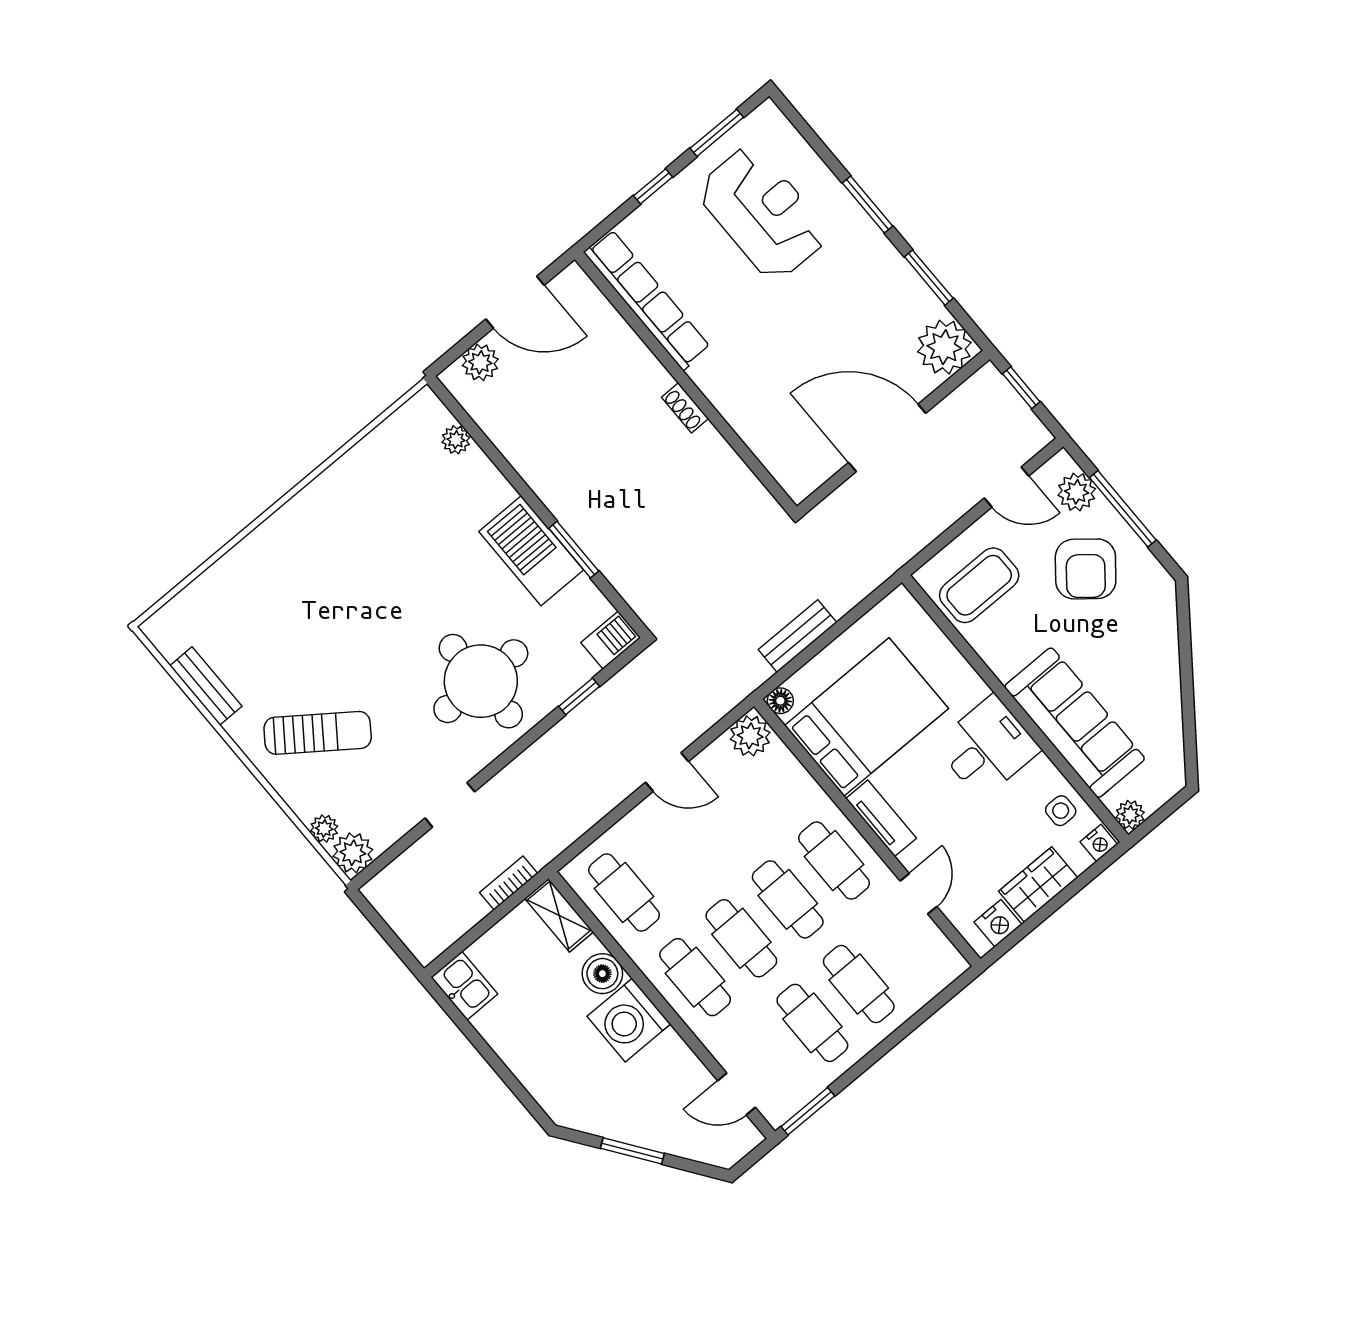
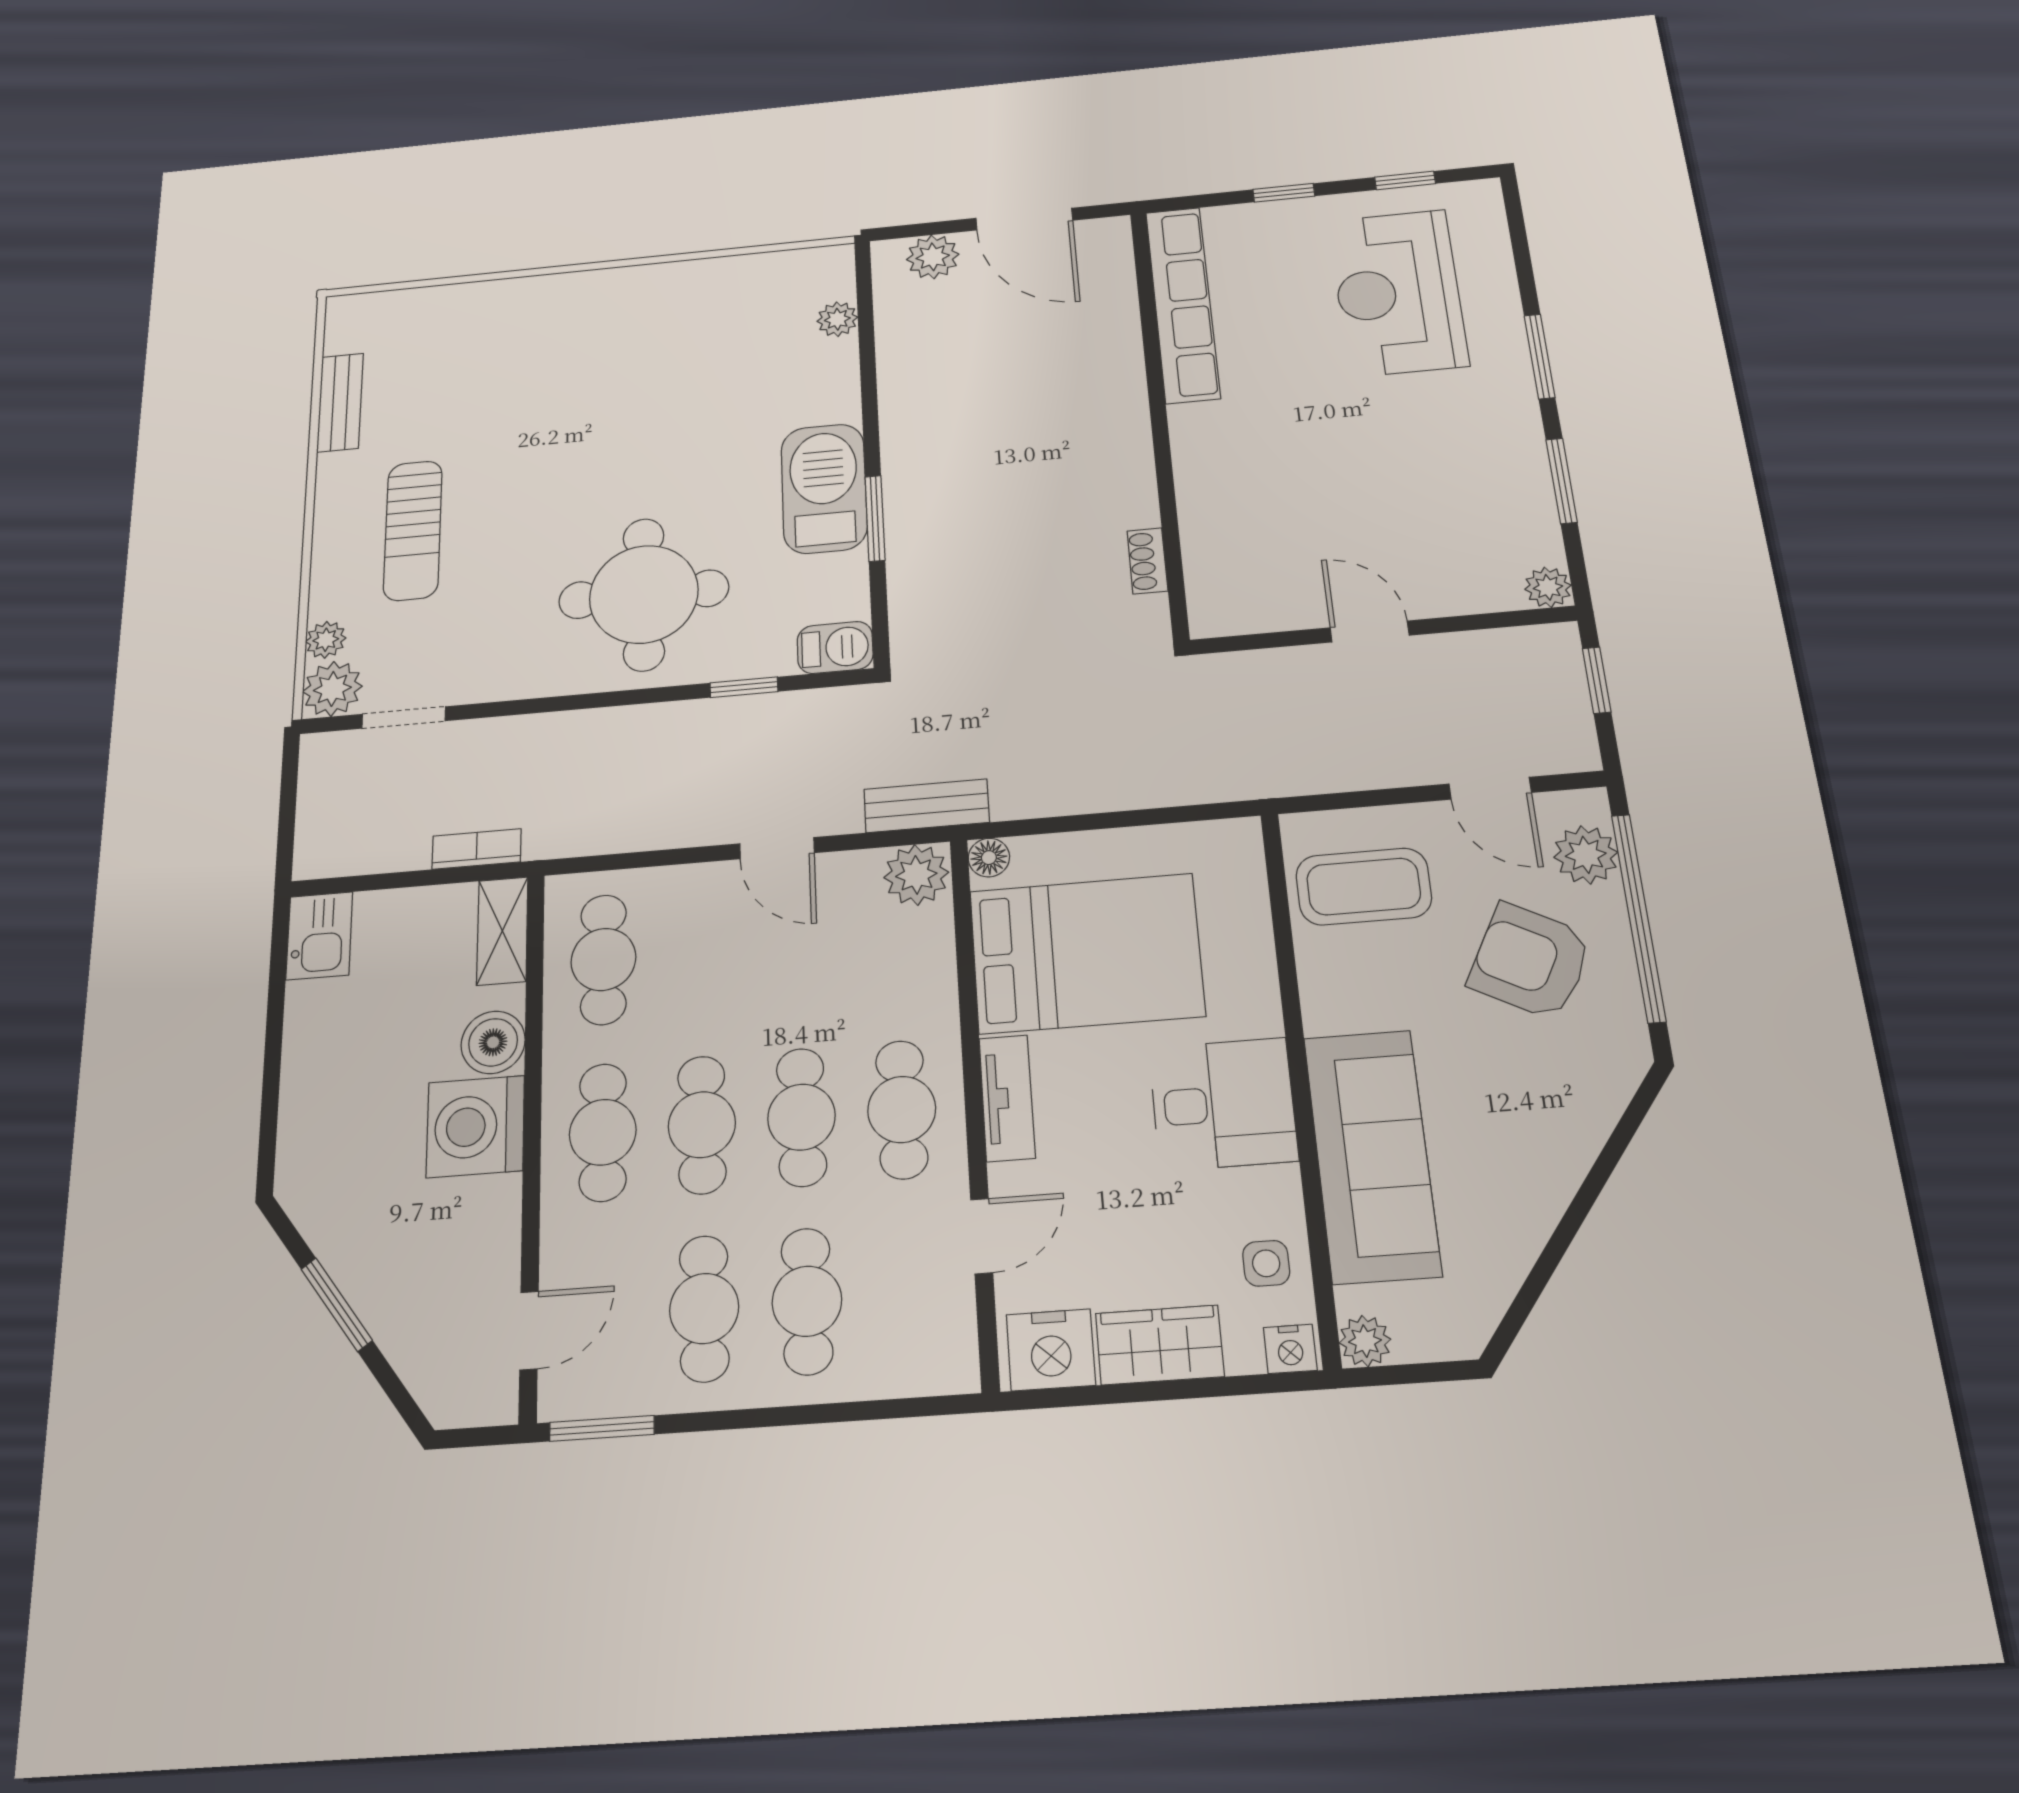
window: (717, 133) -> (1405, 180), width x0.67
reception desk: (763, 213) -> (1398, 293), turned 180
plant: (944, 347) -> (1548, 587), width x0.53, depth x0.53
shoe rack: (685, 408) -> (1147, 561), moved
door: (887, 438) -> (1370, 632), width x0.53
window: (1123, 509) -> (1638, 917), width x1.46
armchair: (1086, 569) -> (1530, 961), turned 79
bench: (798, 636) -> (926, 806), moved
sun lounger: (318, 733) -> (413, 530), turned 54
doorway: (450, 805) -> (404, 717), moved
nightstand: (998, 923) -> (1051, 1350), width x1.36, depth x1.33
door: (736, 1094) -> (529, 1331), swing flipped

